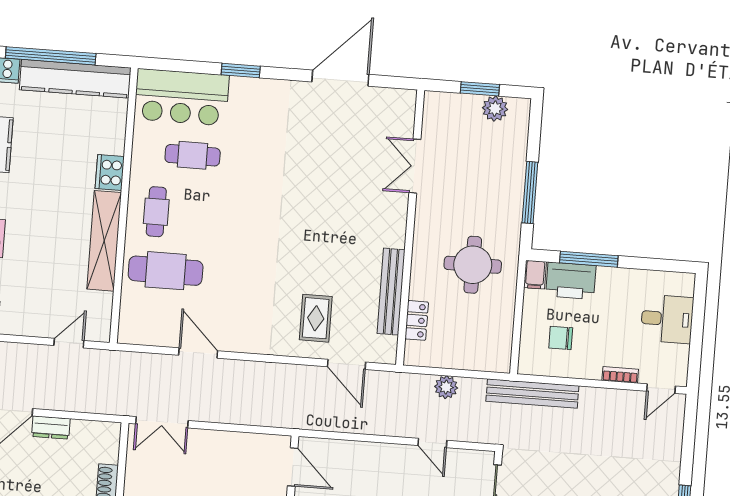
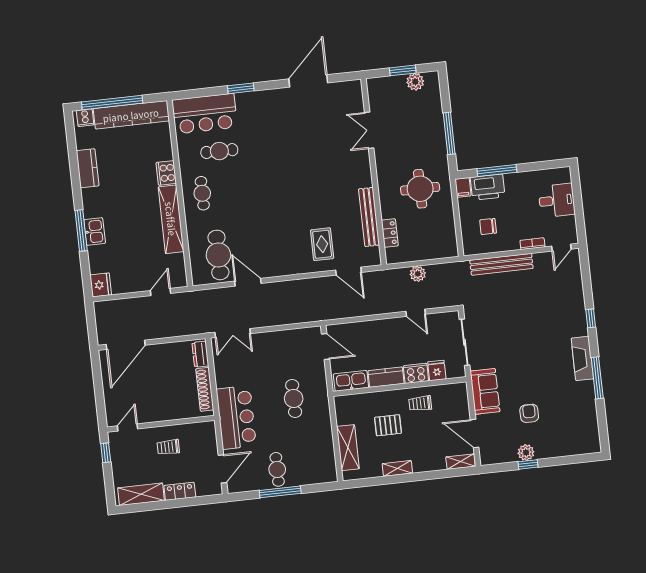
cafe table: (166, 271) -> (218, 255), moved, turned 90
bench: (532, 393) -> (501, 264), moved
dresser: (51, 427) -> (200, 354), moved, turned 90

